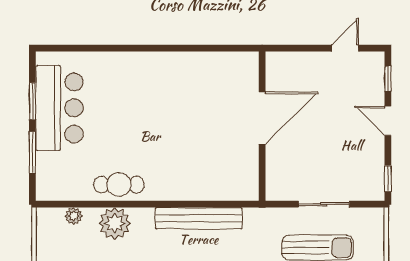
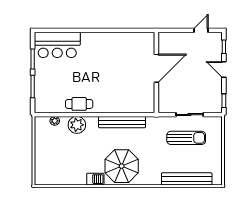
bar counter: (59, 108) -> (57, 45), moved, turned 90

